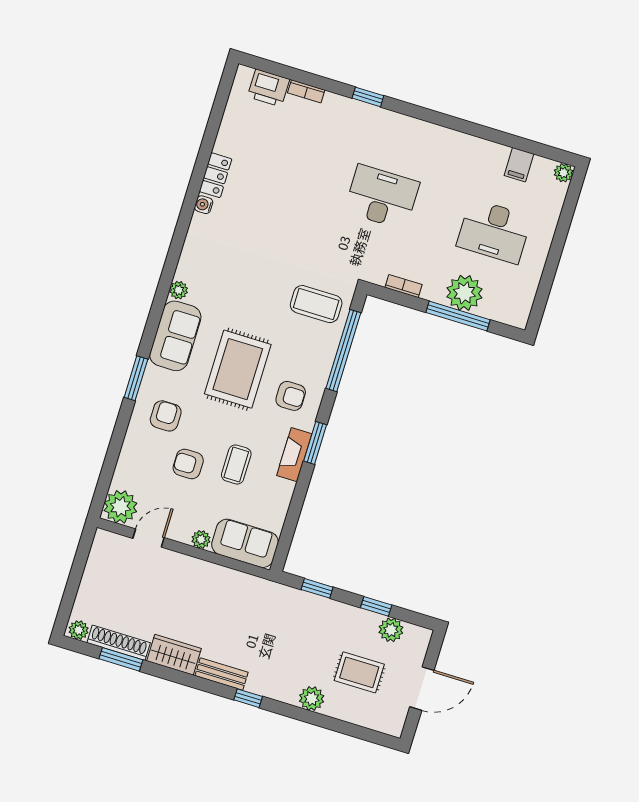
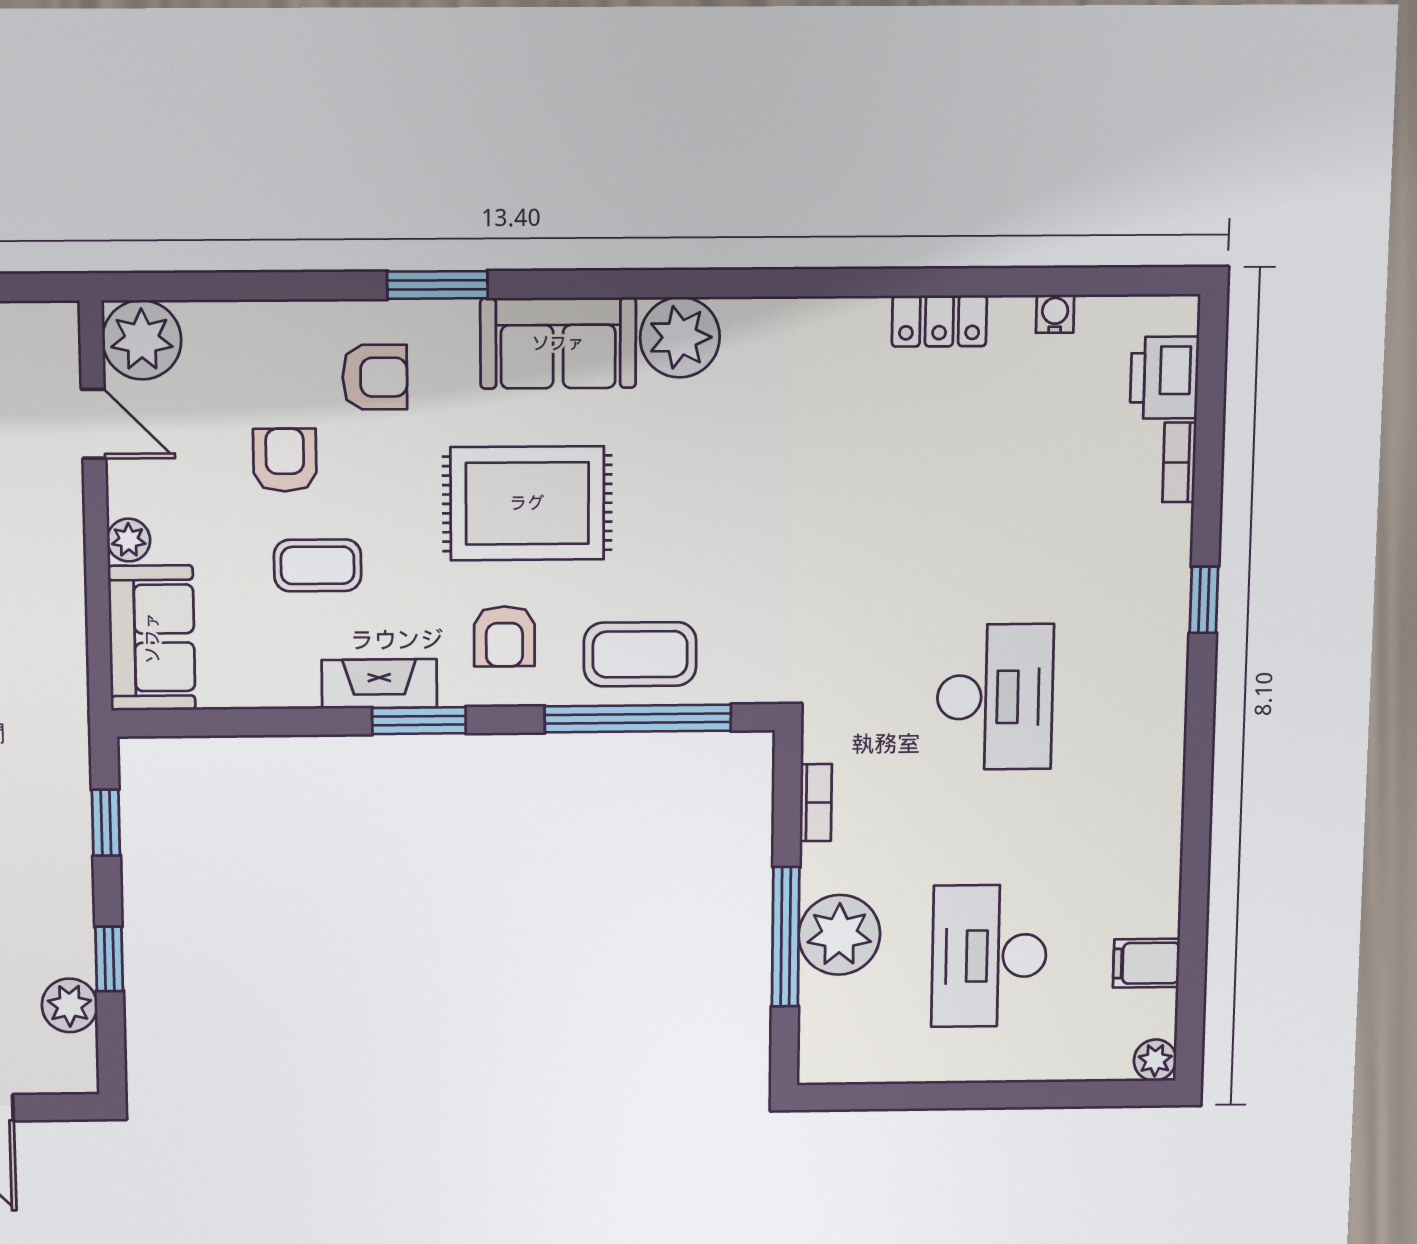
water cooler: (204, 205) -> (1055, 314), moved
plant: (179, 290) -> (680, 337), width x1.88, depth x1.88
coffee table: (316, 304) -> (640, 654), moved, turned 90

